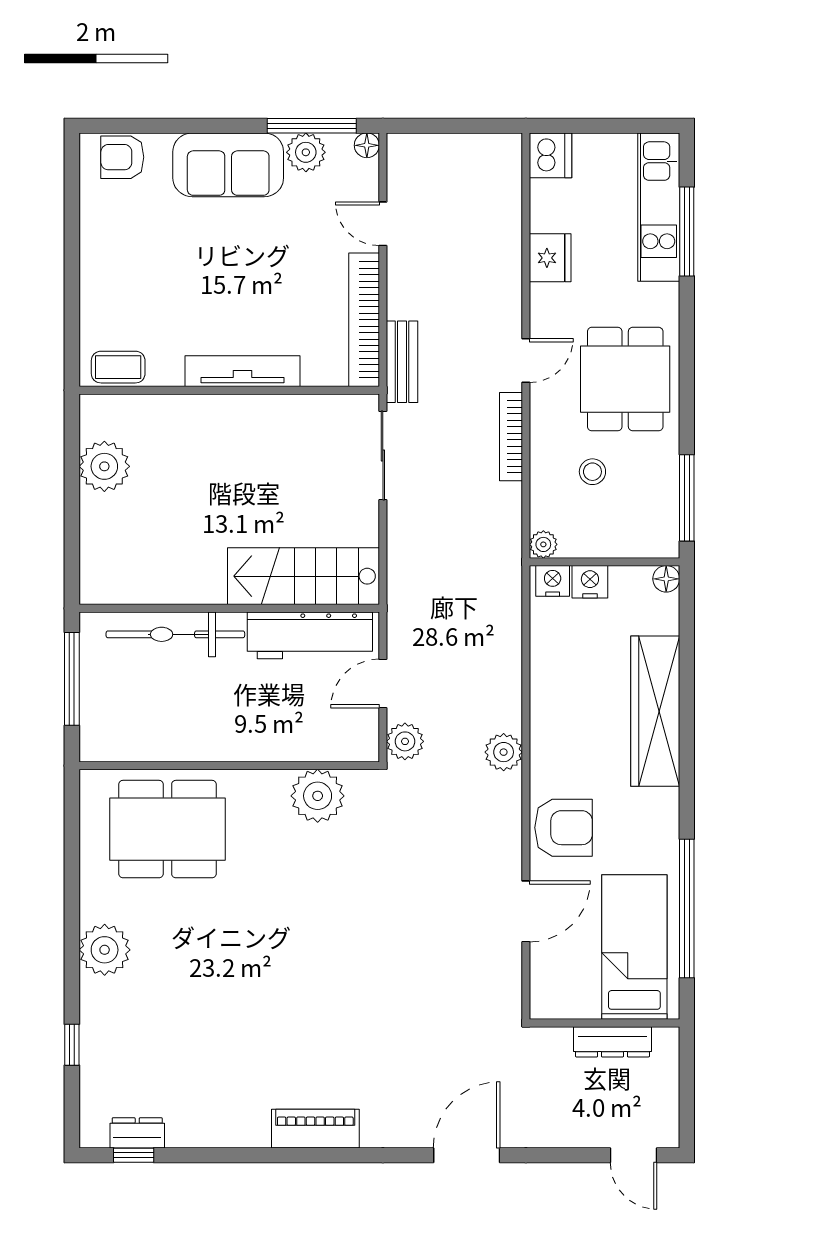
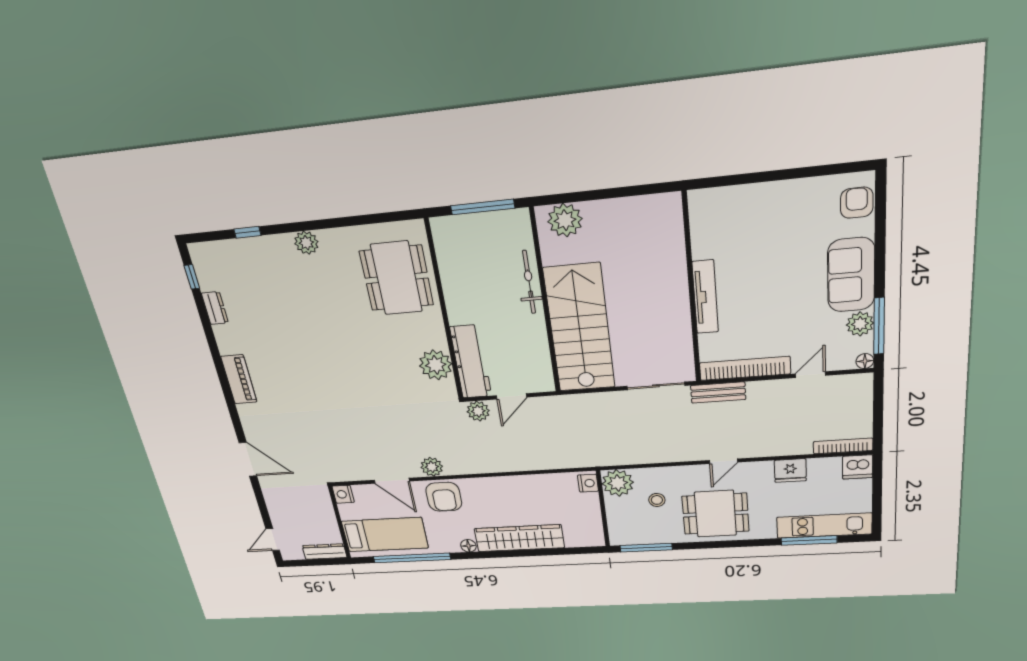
door: (526, 360) -> (724, 461), hinge flipped
coffee table: (118, 367) -> (702, 215), removed
bookcase: (511, 437) -> (843, 446), moved
plant: (104, 466) -> (565, 220), moved
plant: (543, 544) -> (618, 483), width x1.87, depth x1.87
stairs: (304, 576) -> (580, 329), width x1.36, depth x1.51
floor lamp: (666, 579) -> (468, 546), moved
nightstand: (590, 582) -> (343, 494), moved, turned 180
bicycle: (175, 634) -> (529, 282), width x0.73, depth x0.71
workbench: (310, 635) -> (471, 362), moved, turned 180
door: (383, 683) -> (511, 396), swing flipped
plant: (504, 752) -> (432, 467), moved
plant: (105, 950) -> (306, 243), width x0.73, depth x0.73
dresser: (612, 1042) -> (324, 552), moved, turned 90
dresser: (137, 1133) -> (215, 308), moved

